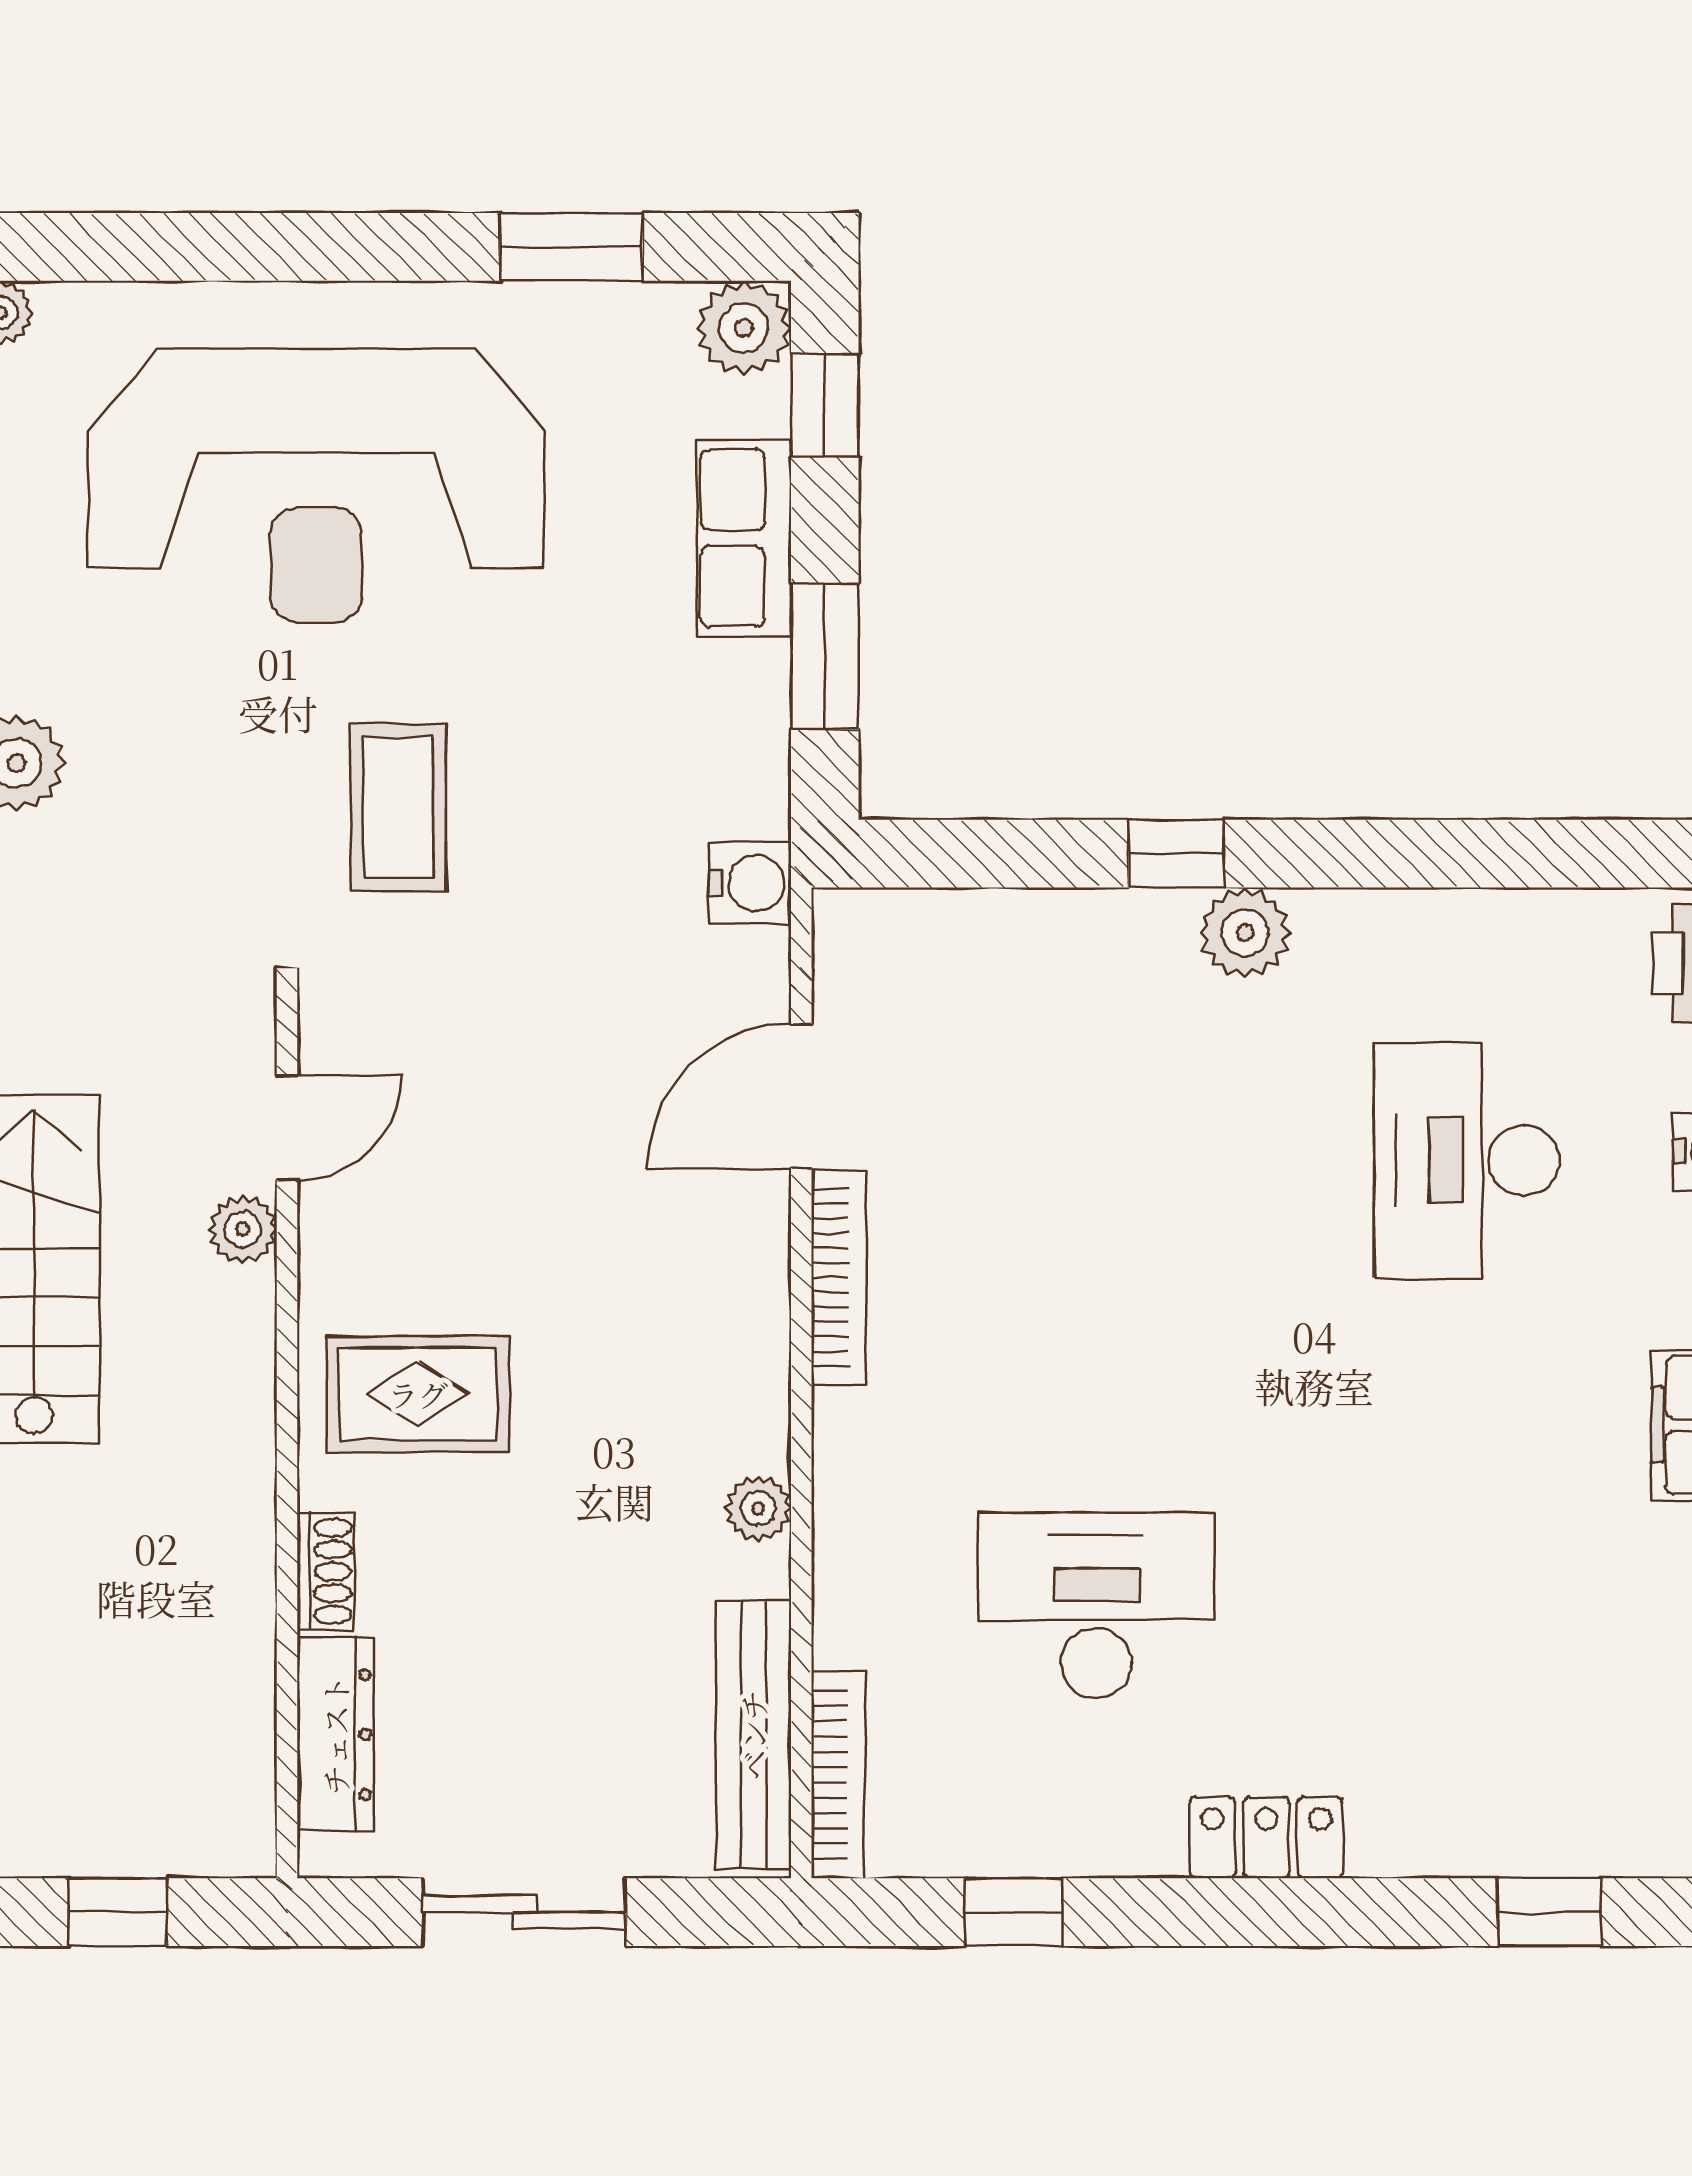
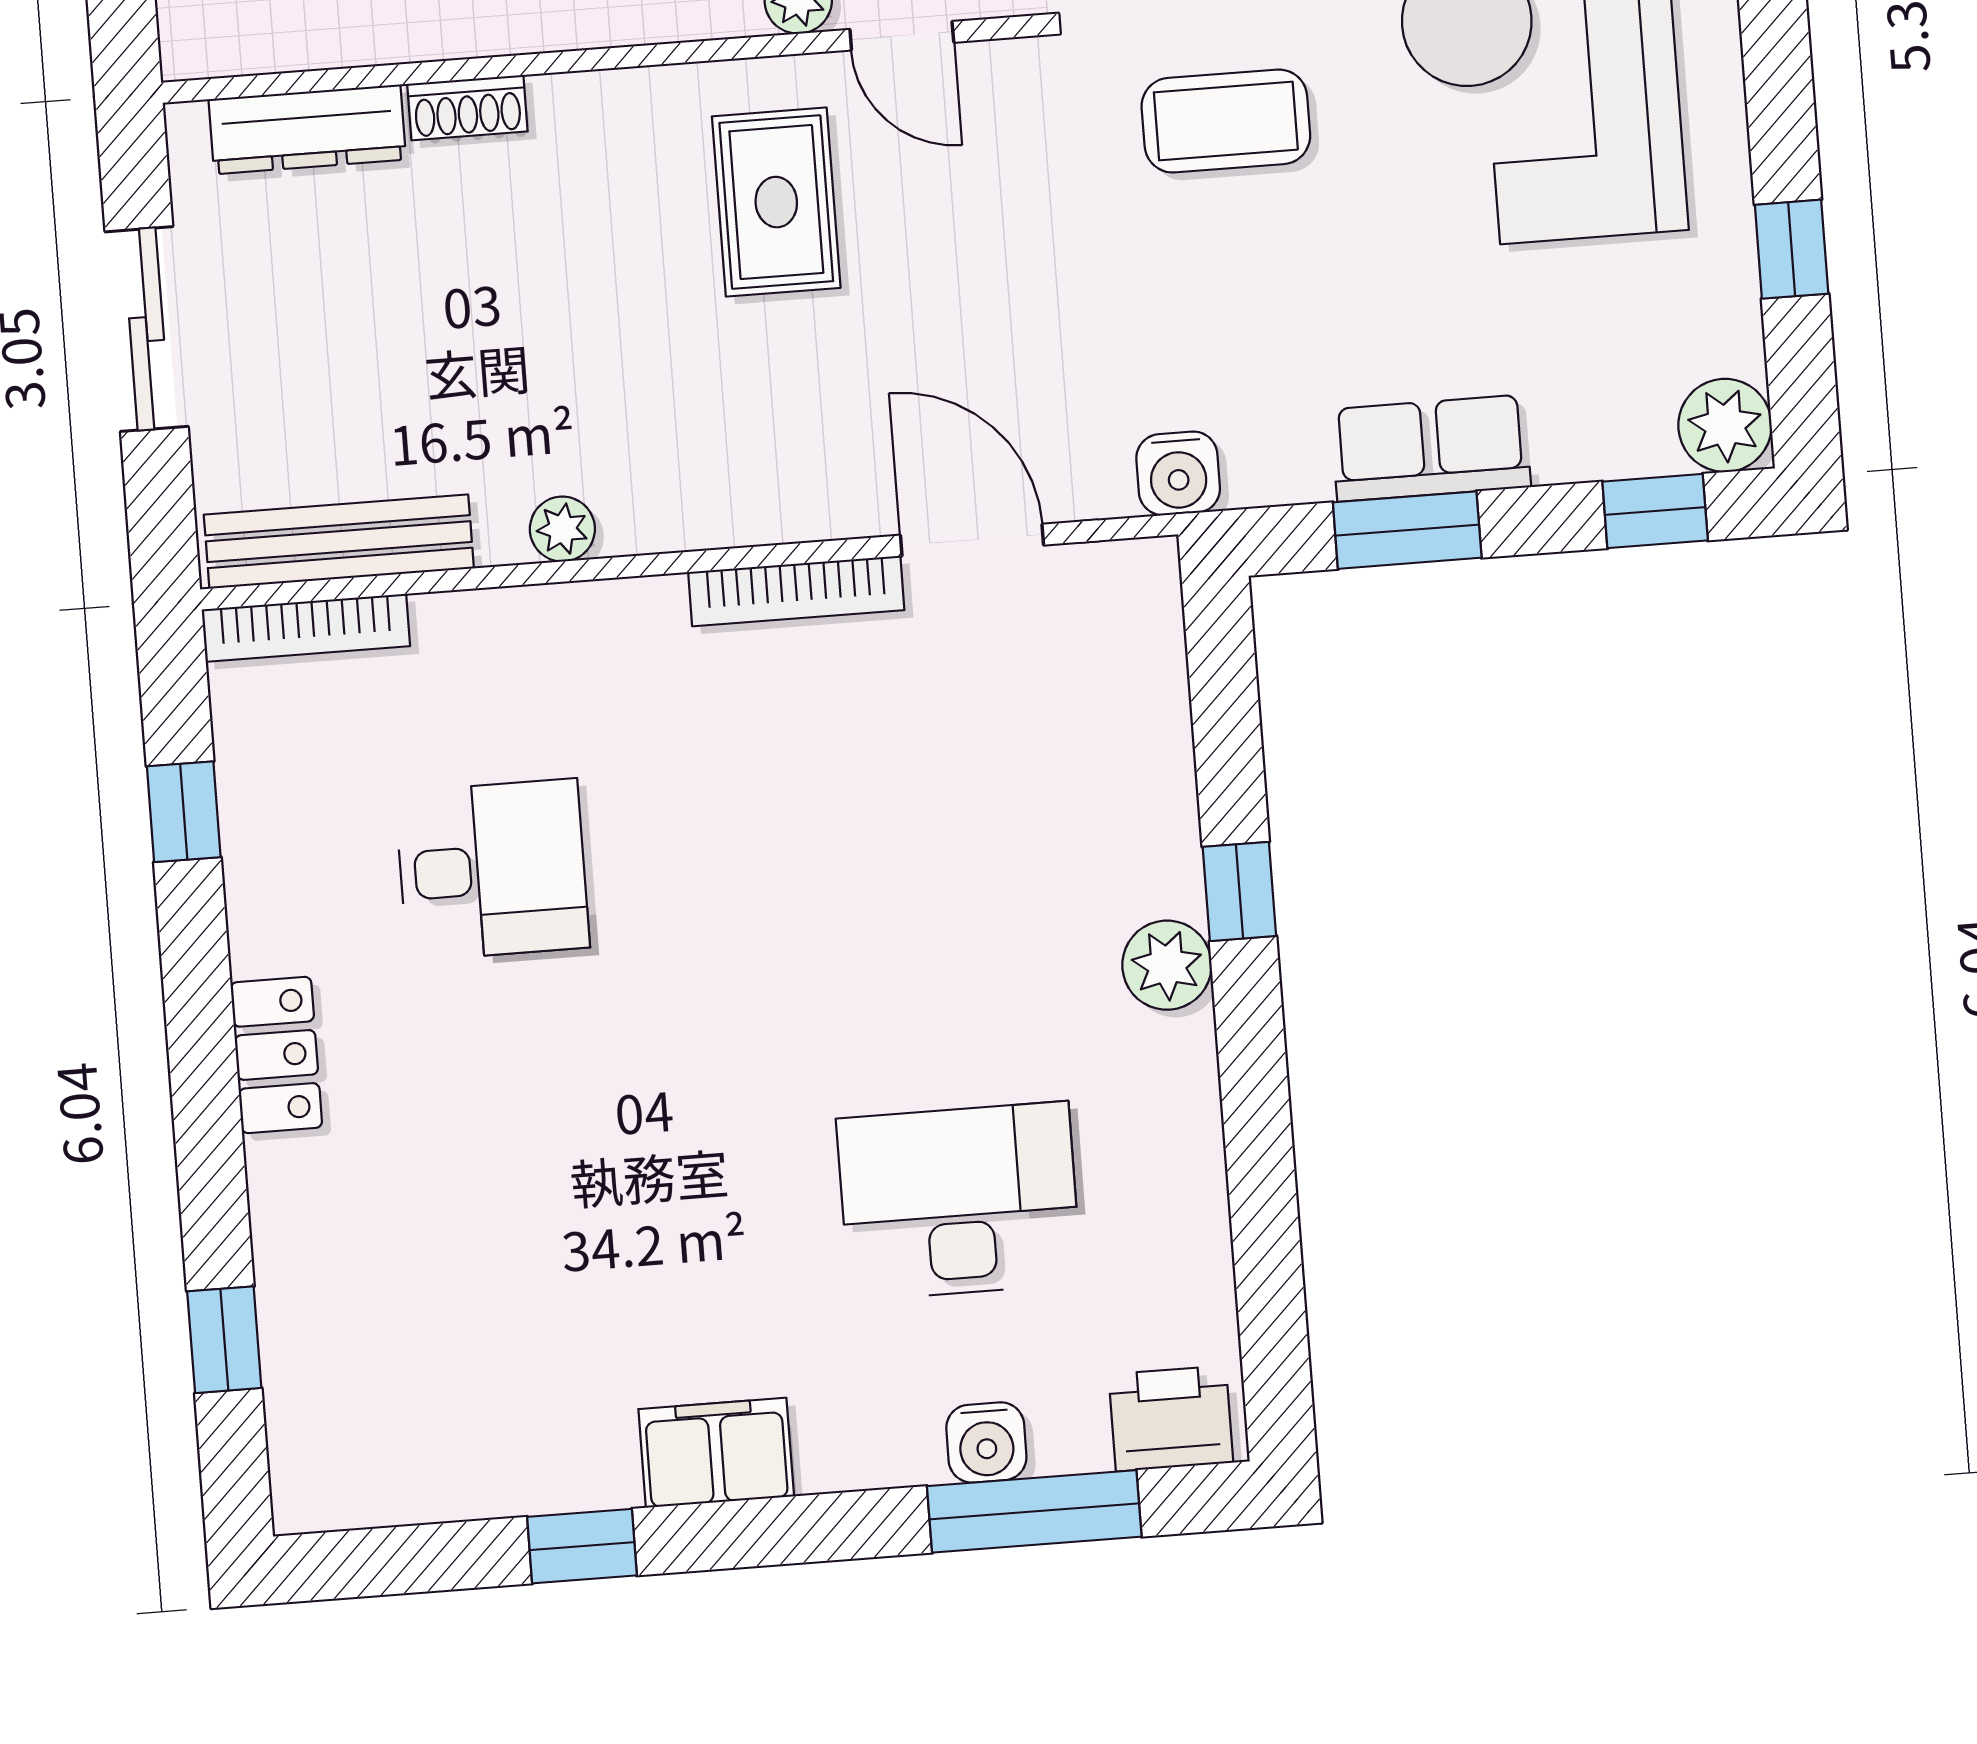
window: (571, 247) -> (1792, 249), width x0.67
row of seats: (744, 538) -> (1431, 448), moved
rug: (418, 1394) -> (776, 202), moved
desk: (1096, 1605) -> (492, 870), width x0.73

